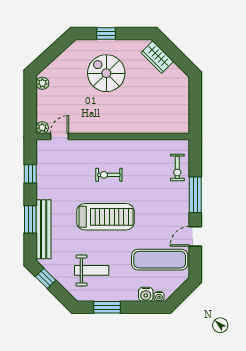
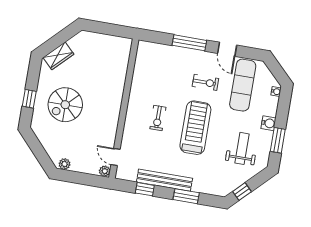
exercise bike: (177, 167) -> (205, 82), moved
bench: (44, 229) -> (164, 180), moved
water cooler: (146, 294) -> (269, 123), moved

